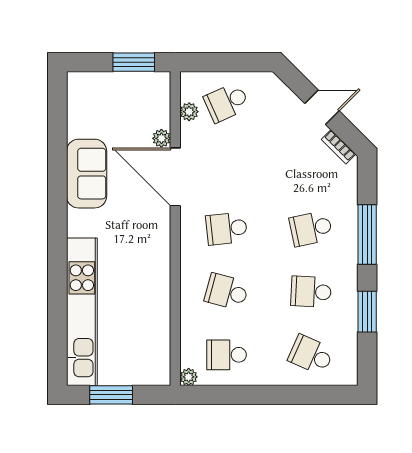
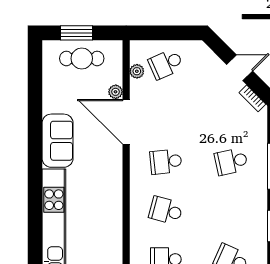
window: (134, 62) -> (77, 33), moved
cafe table: (118, 95) -> (82, 58), added
sofa: (87, 174) -> (58, 141), moved
school desk: (311, 292) -> (231, 210), removed

